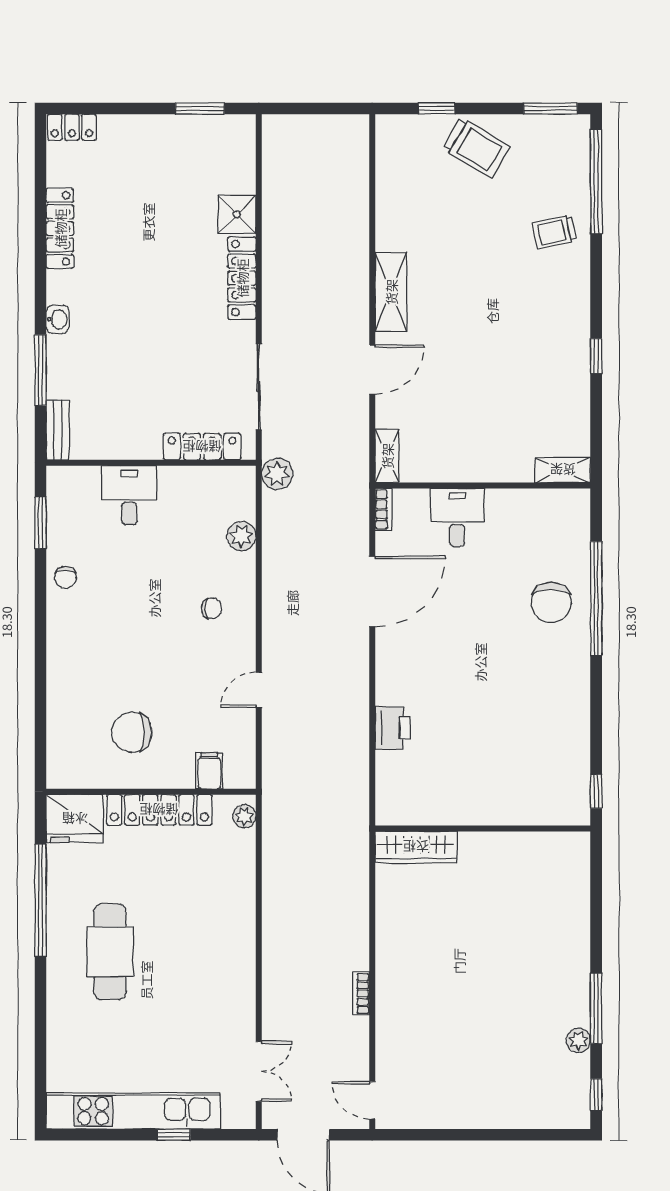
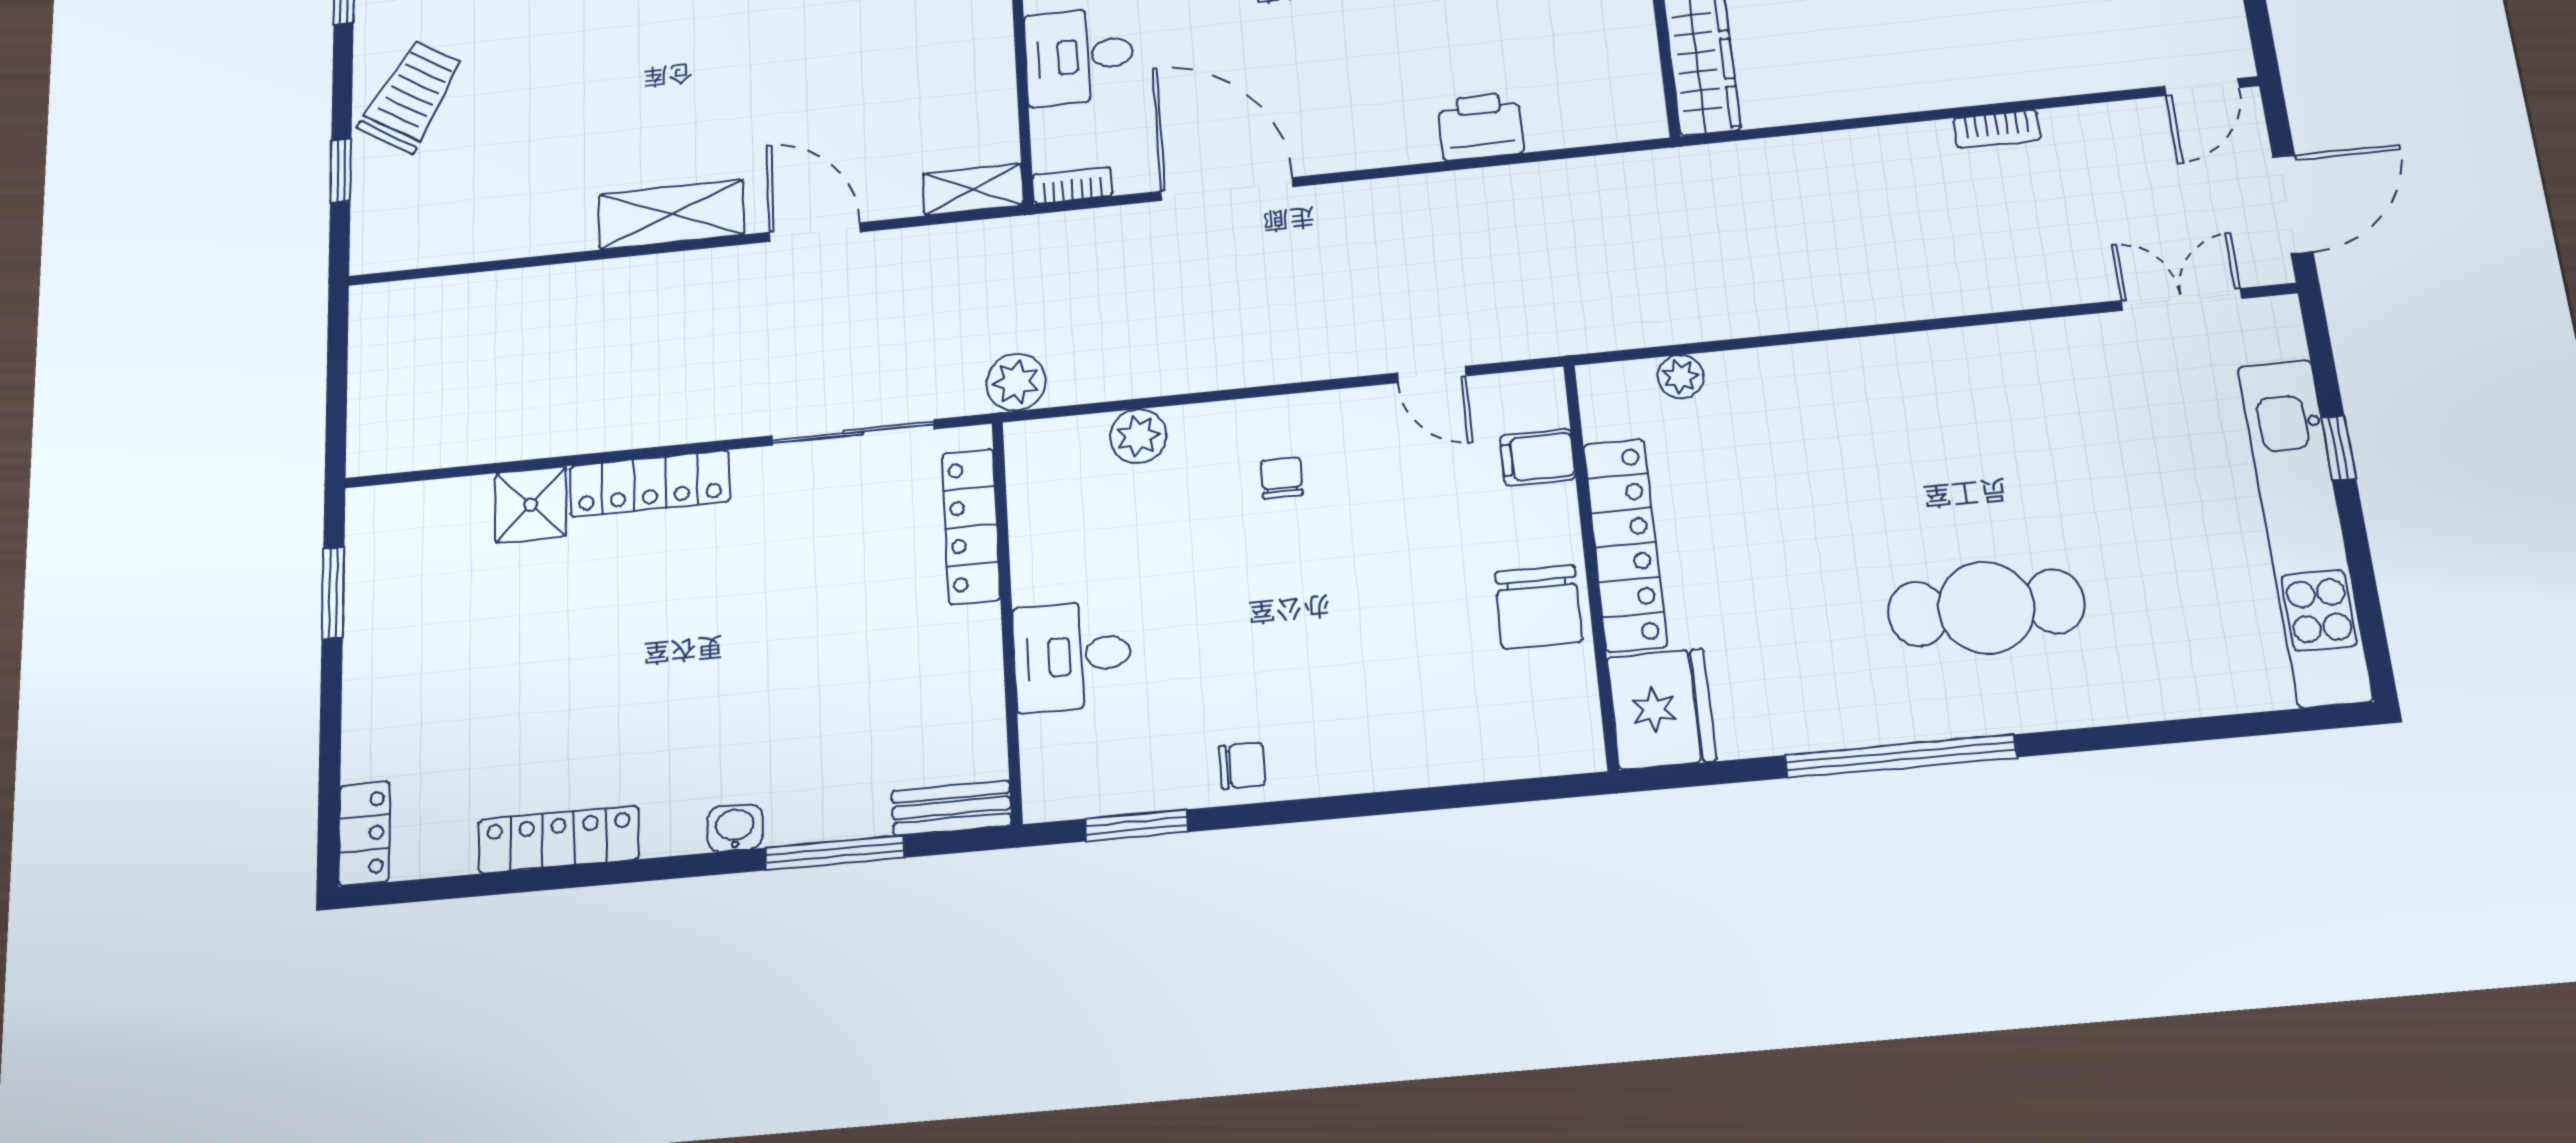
filing cabinet: (209, 771) -> (1538, 457), moved
wall: (151, 792) -> (1591, 564), moved
locker: (159, 810) -> (1625, 545), moved
fridge: (75, 819) -> (1662, 709), moved

